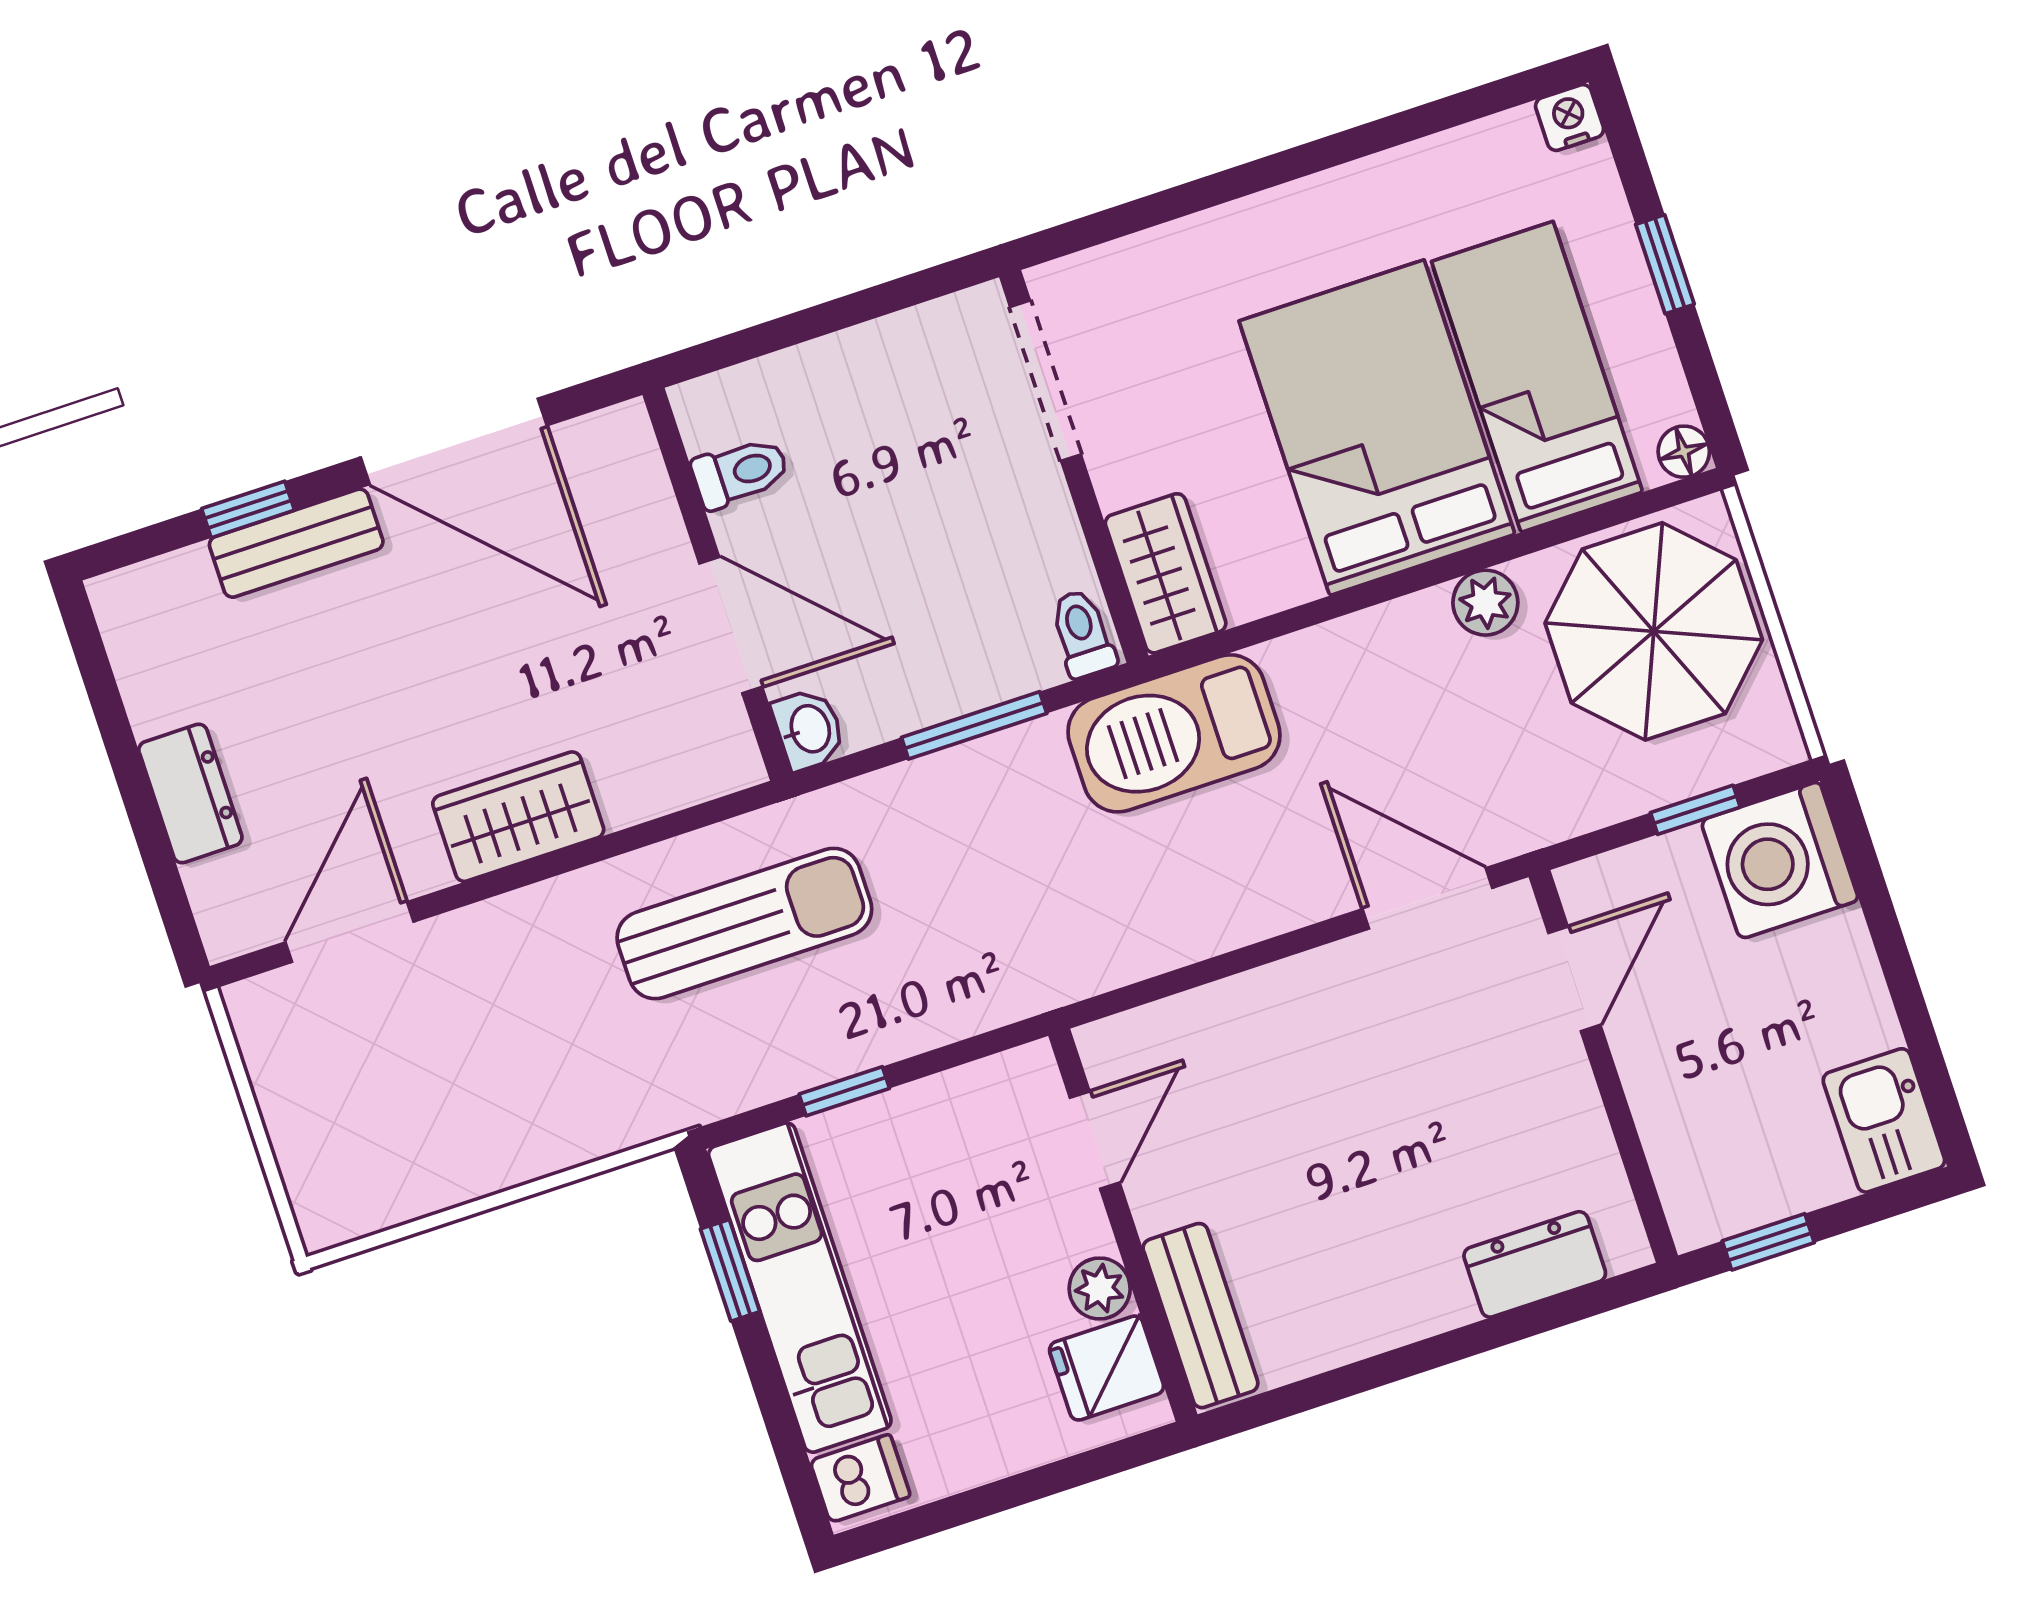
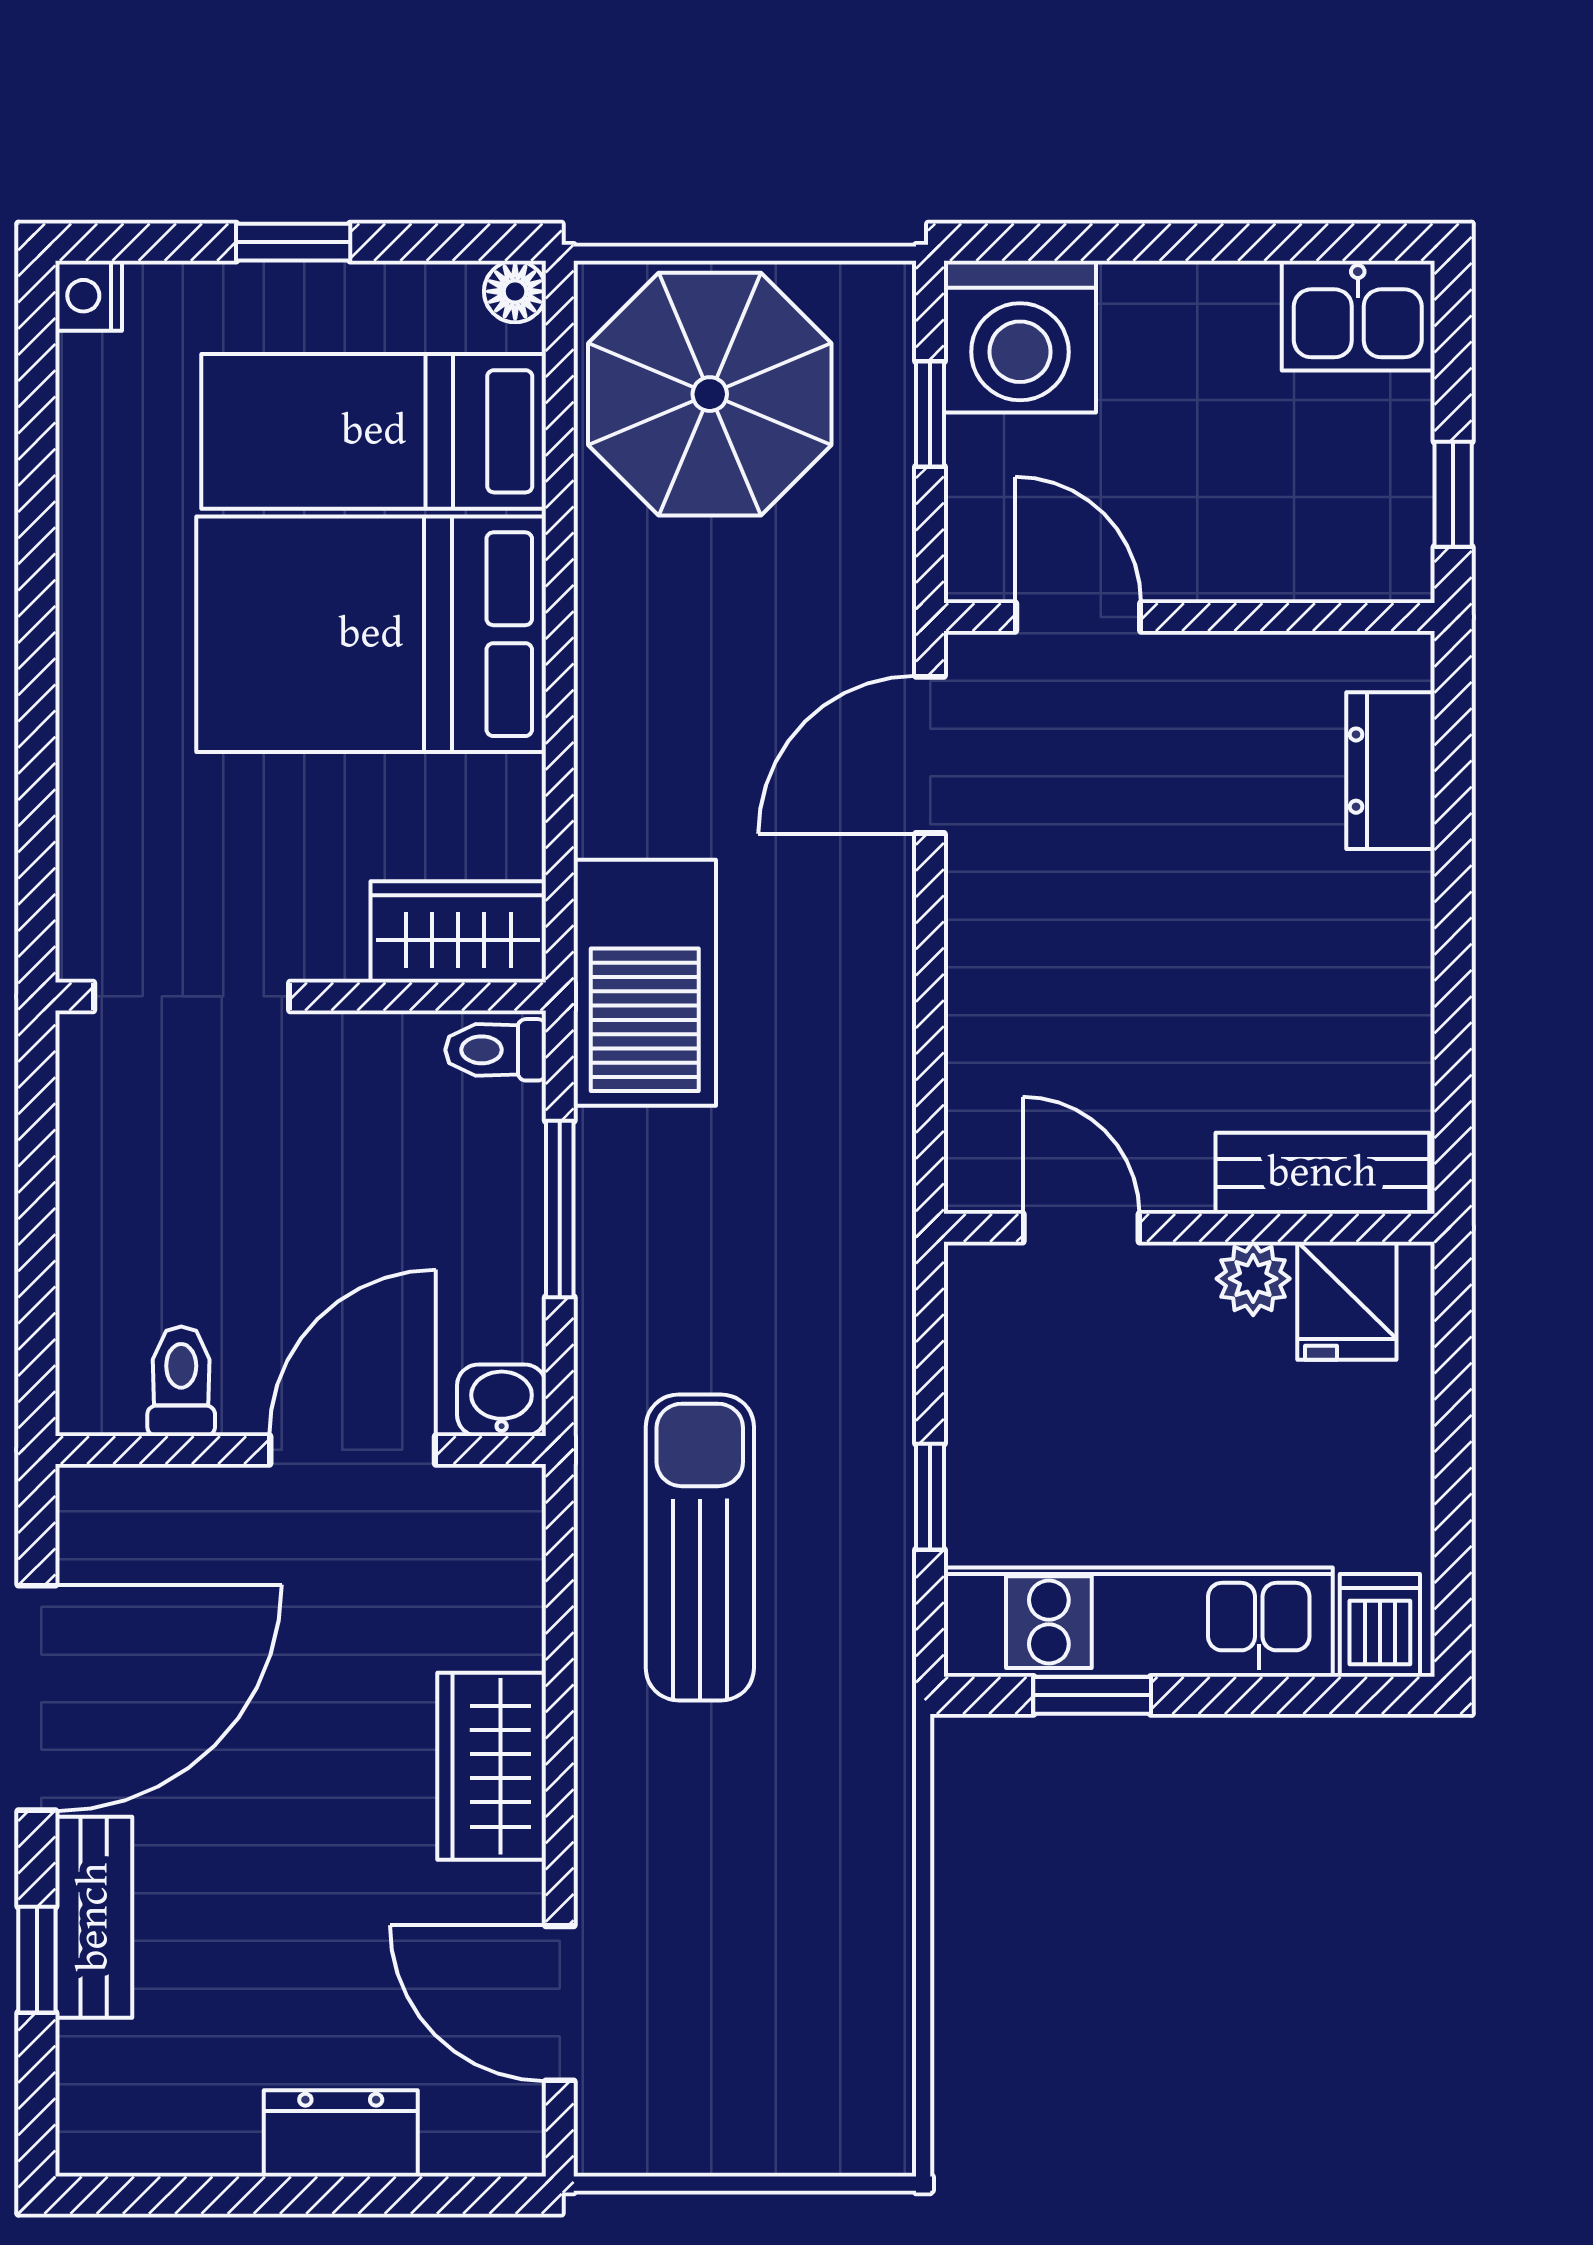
plant: (1485, 603) -> (613, 576), removed

